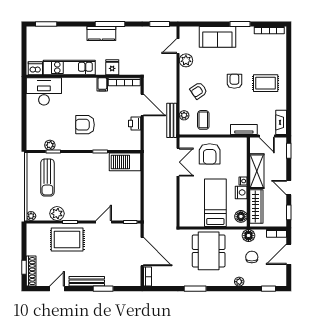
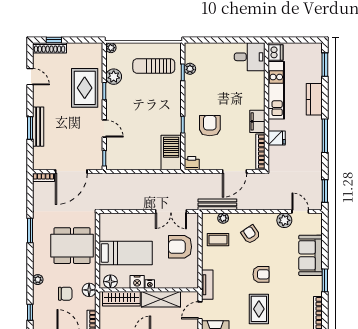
kitchen counter: (101, 33) -> (314, 99), moved
filing cabinet: (102, 84) -> (257, 121), width x2.00
desk: (44, 91) -> (250, 57), width x0.73
printer: (135, 123) -> (192, 163), moved
armchair: (85, 125) -> (210, 126), moved
bench: (87, 281) -> (38, 127), moved

